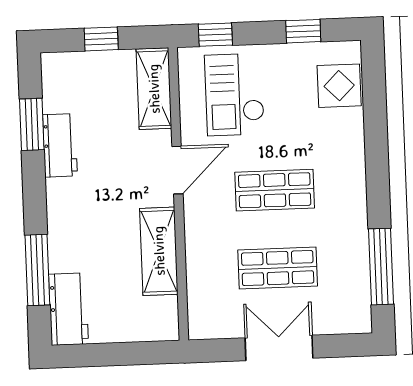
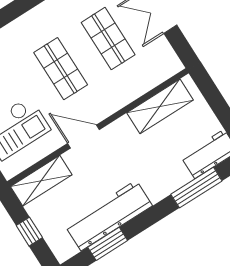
workbench: (60, 145) -> (109, 216), width x1.88, depth x1.32
shelving: (159, 251) -> (160, 106), moved

